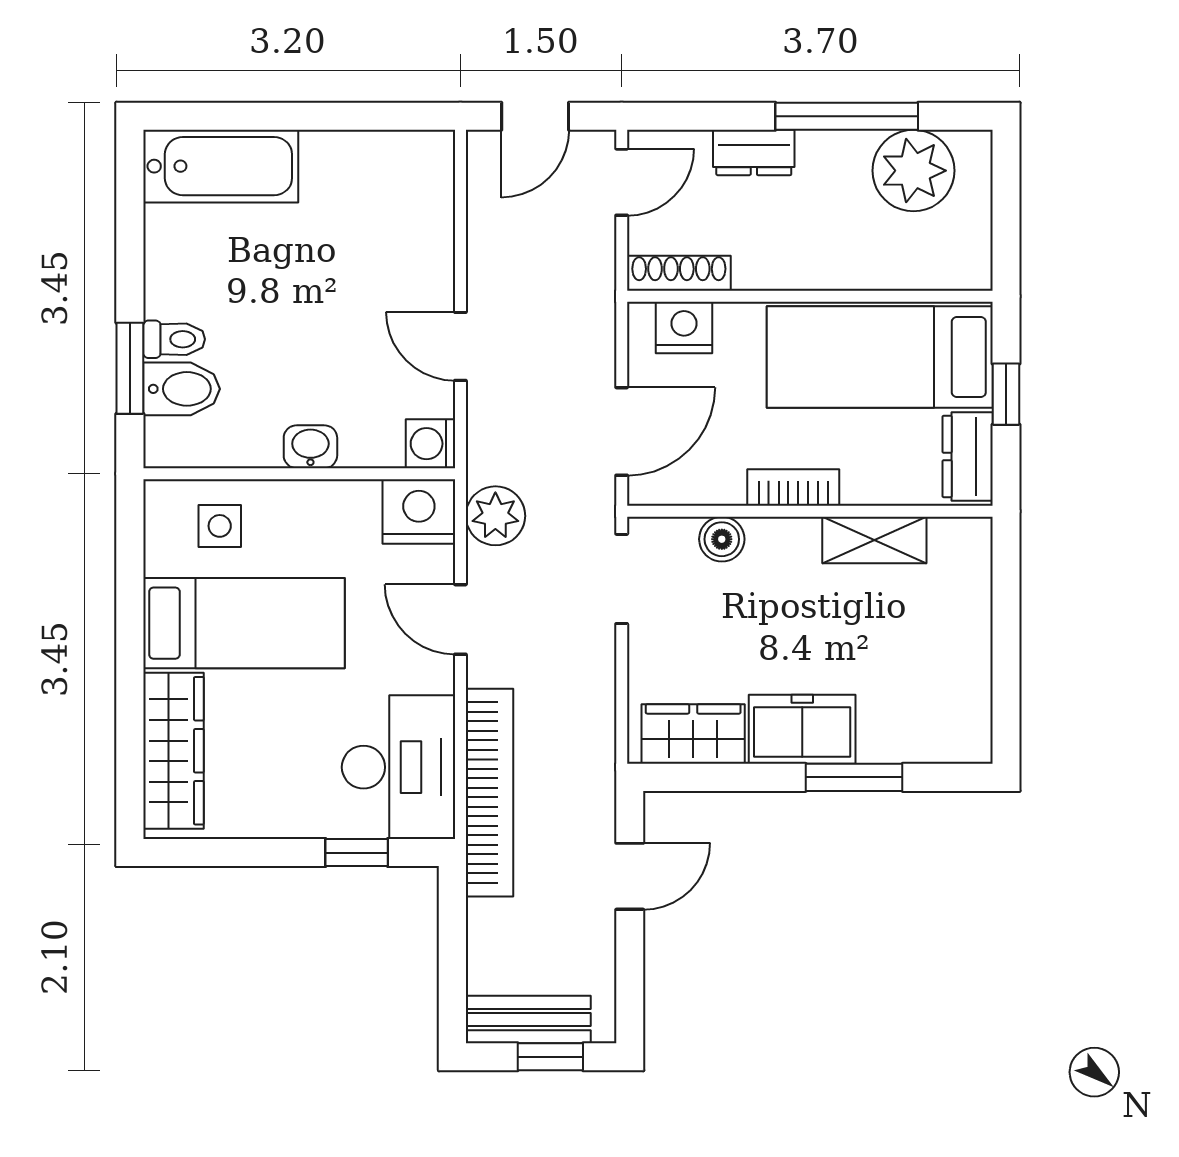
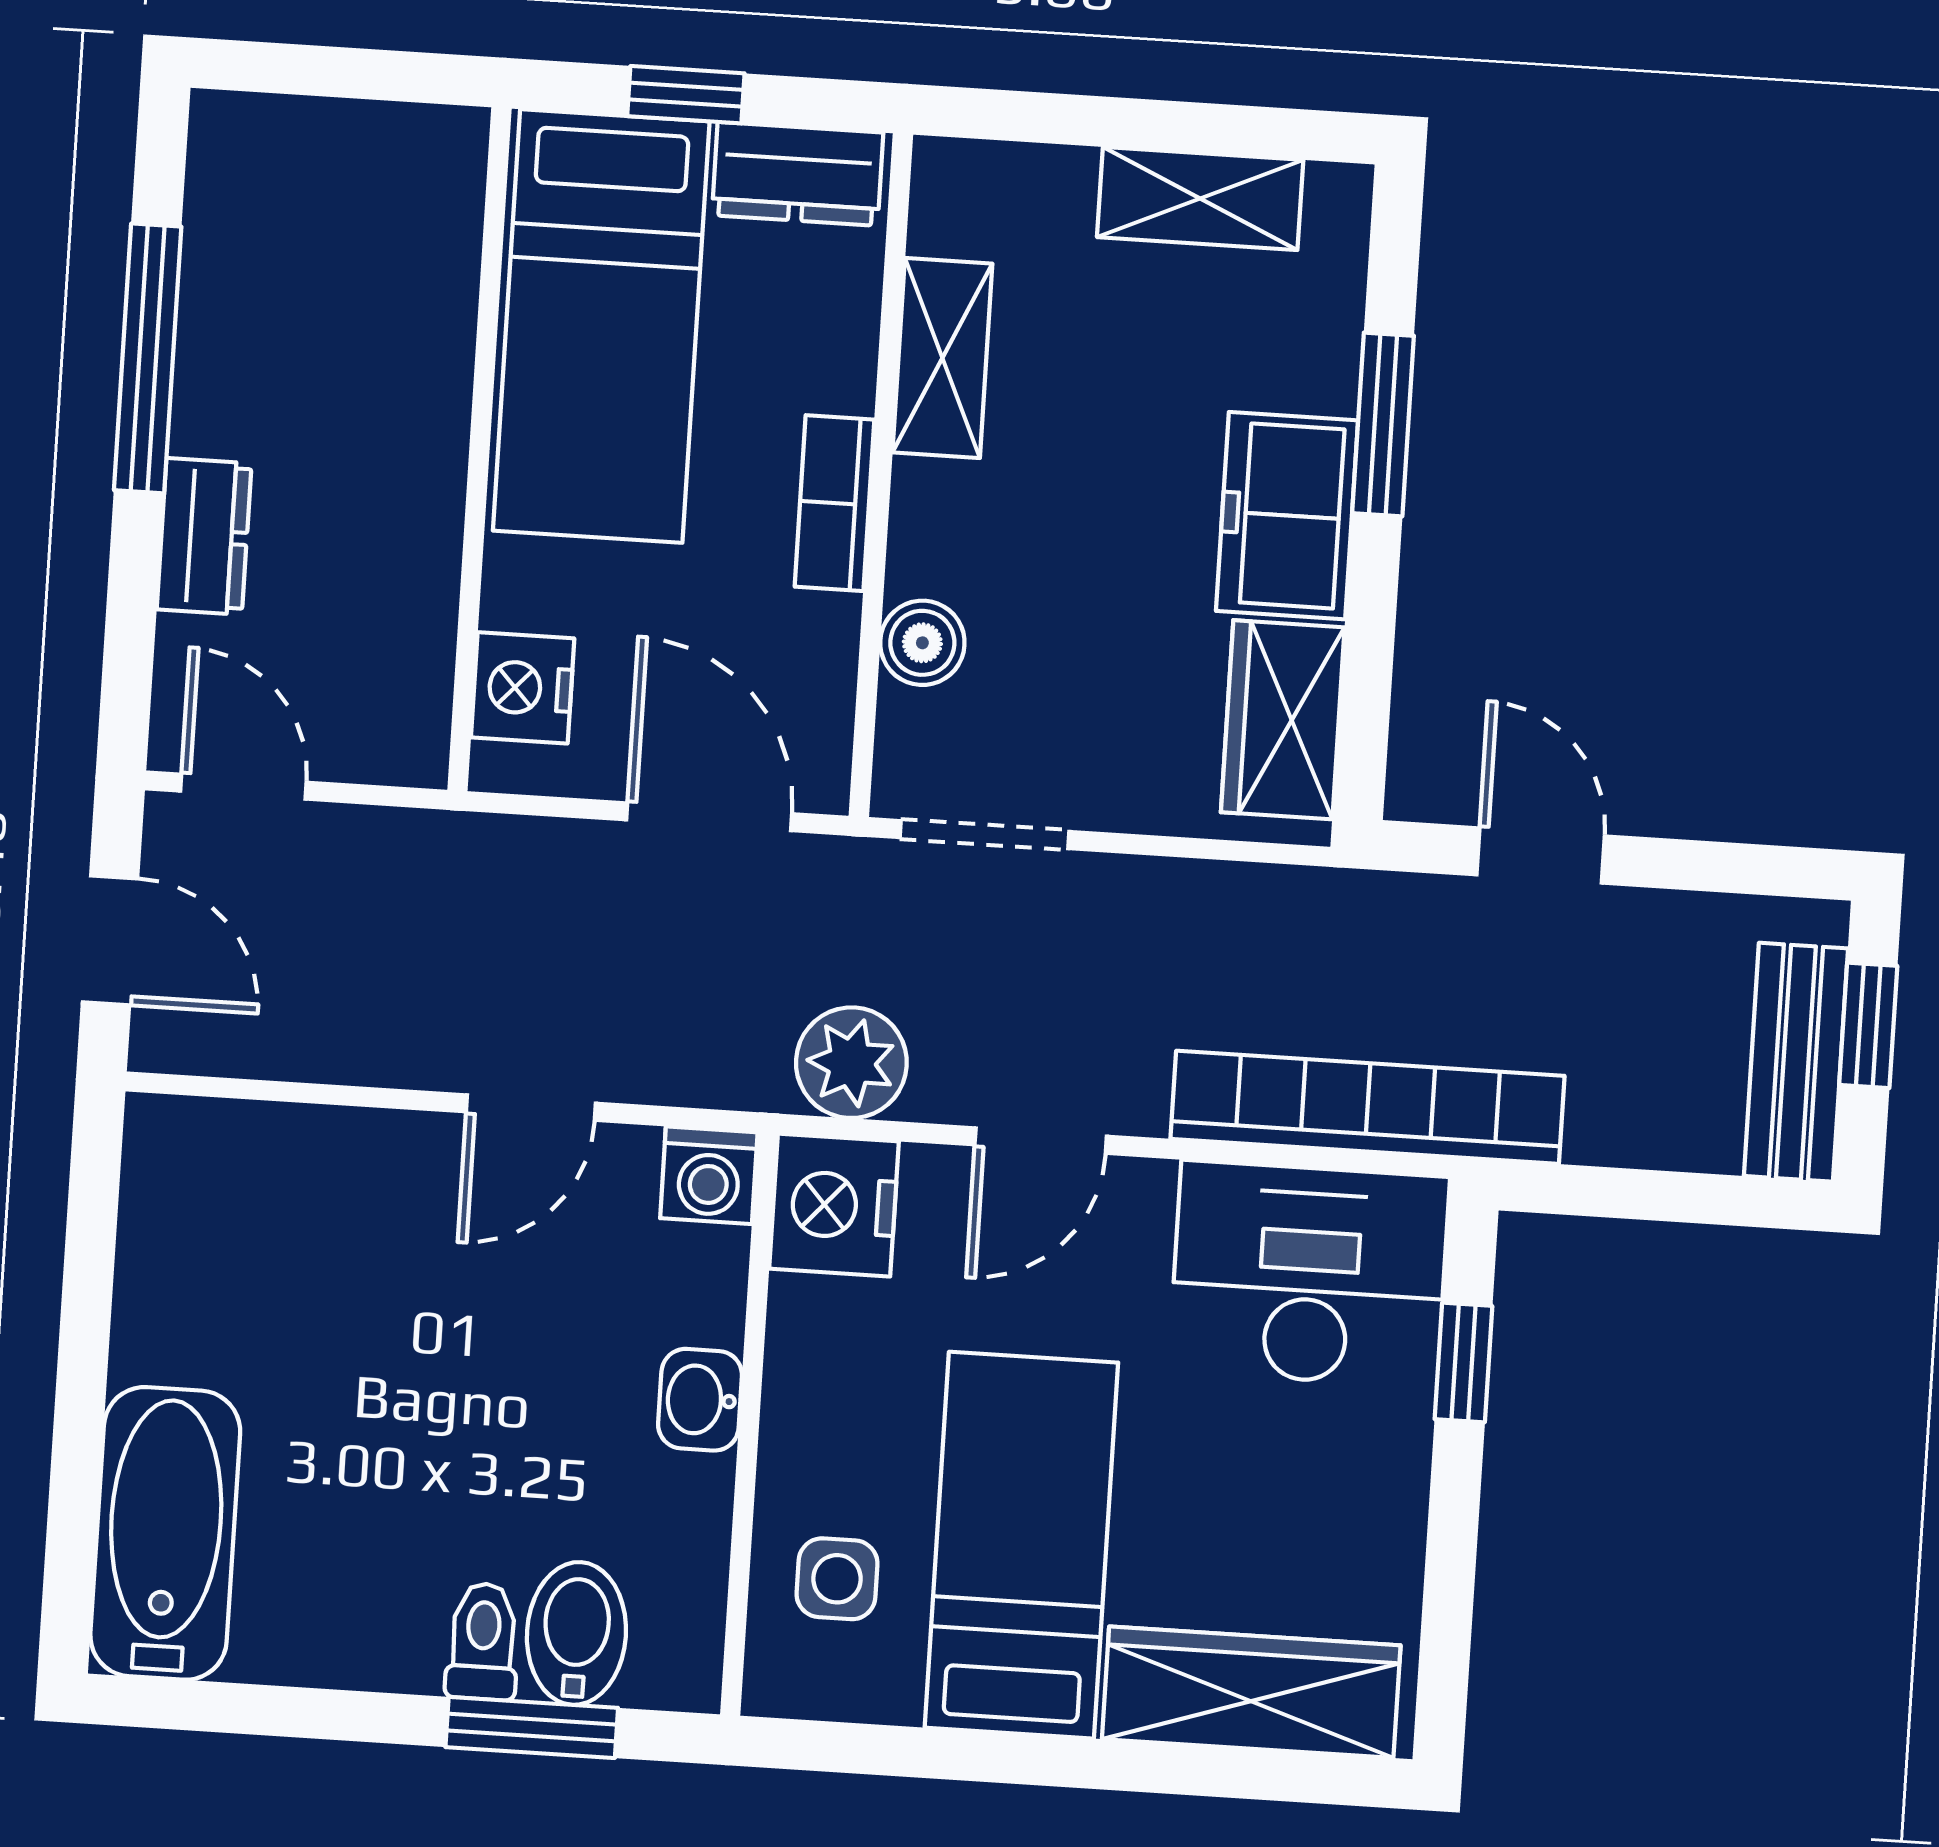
plant: (913, 171) -> (257, 240), removed
shoe rack: (679, 273) -> (421, 691), removed
shelving: (968, 672) -> (1200, 198), added

